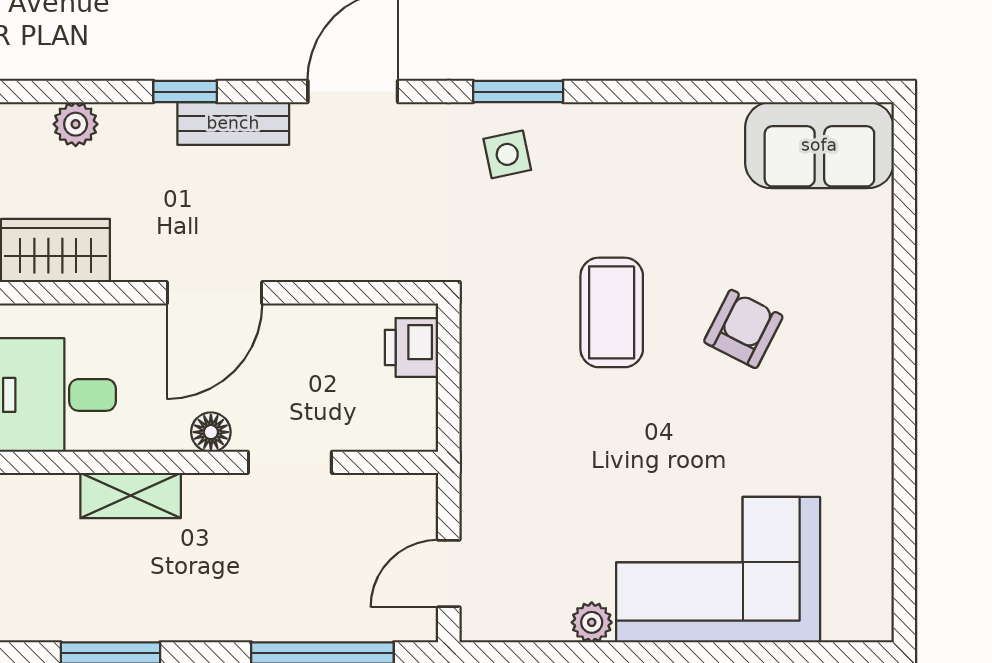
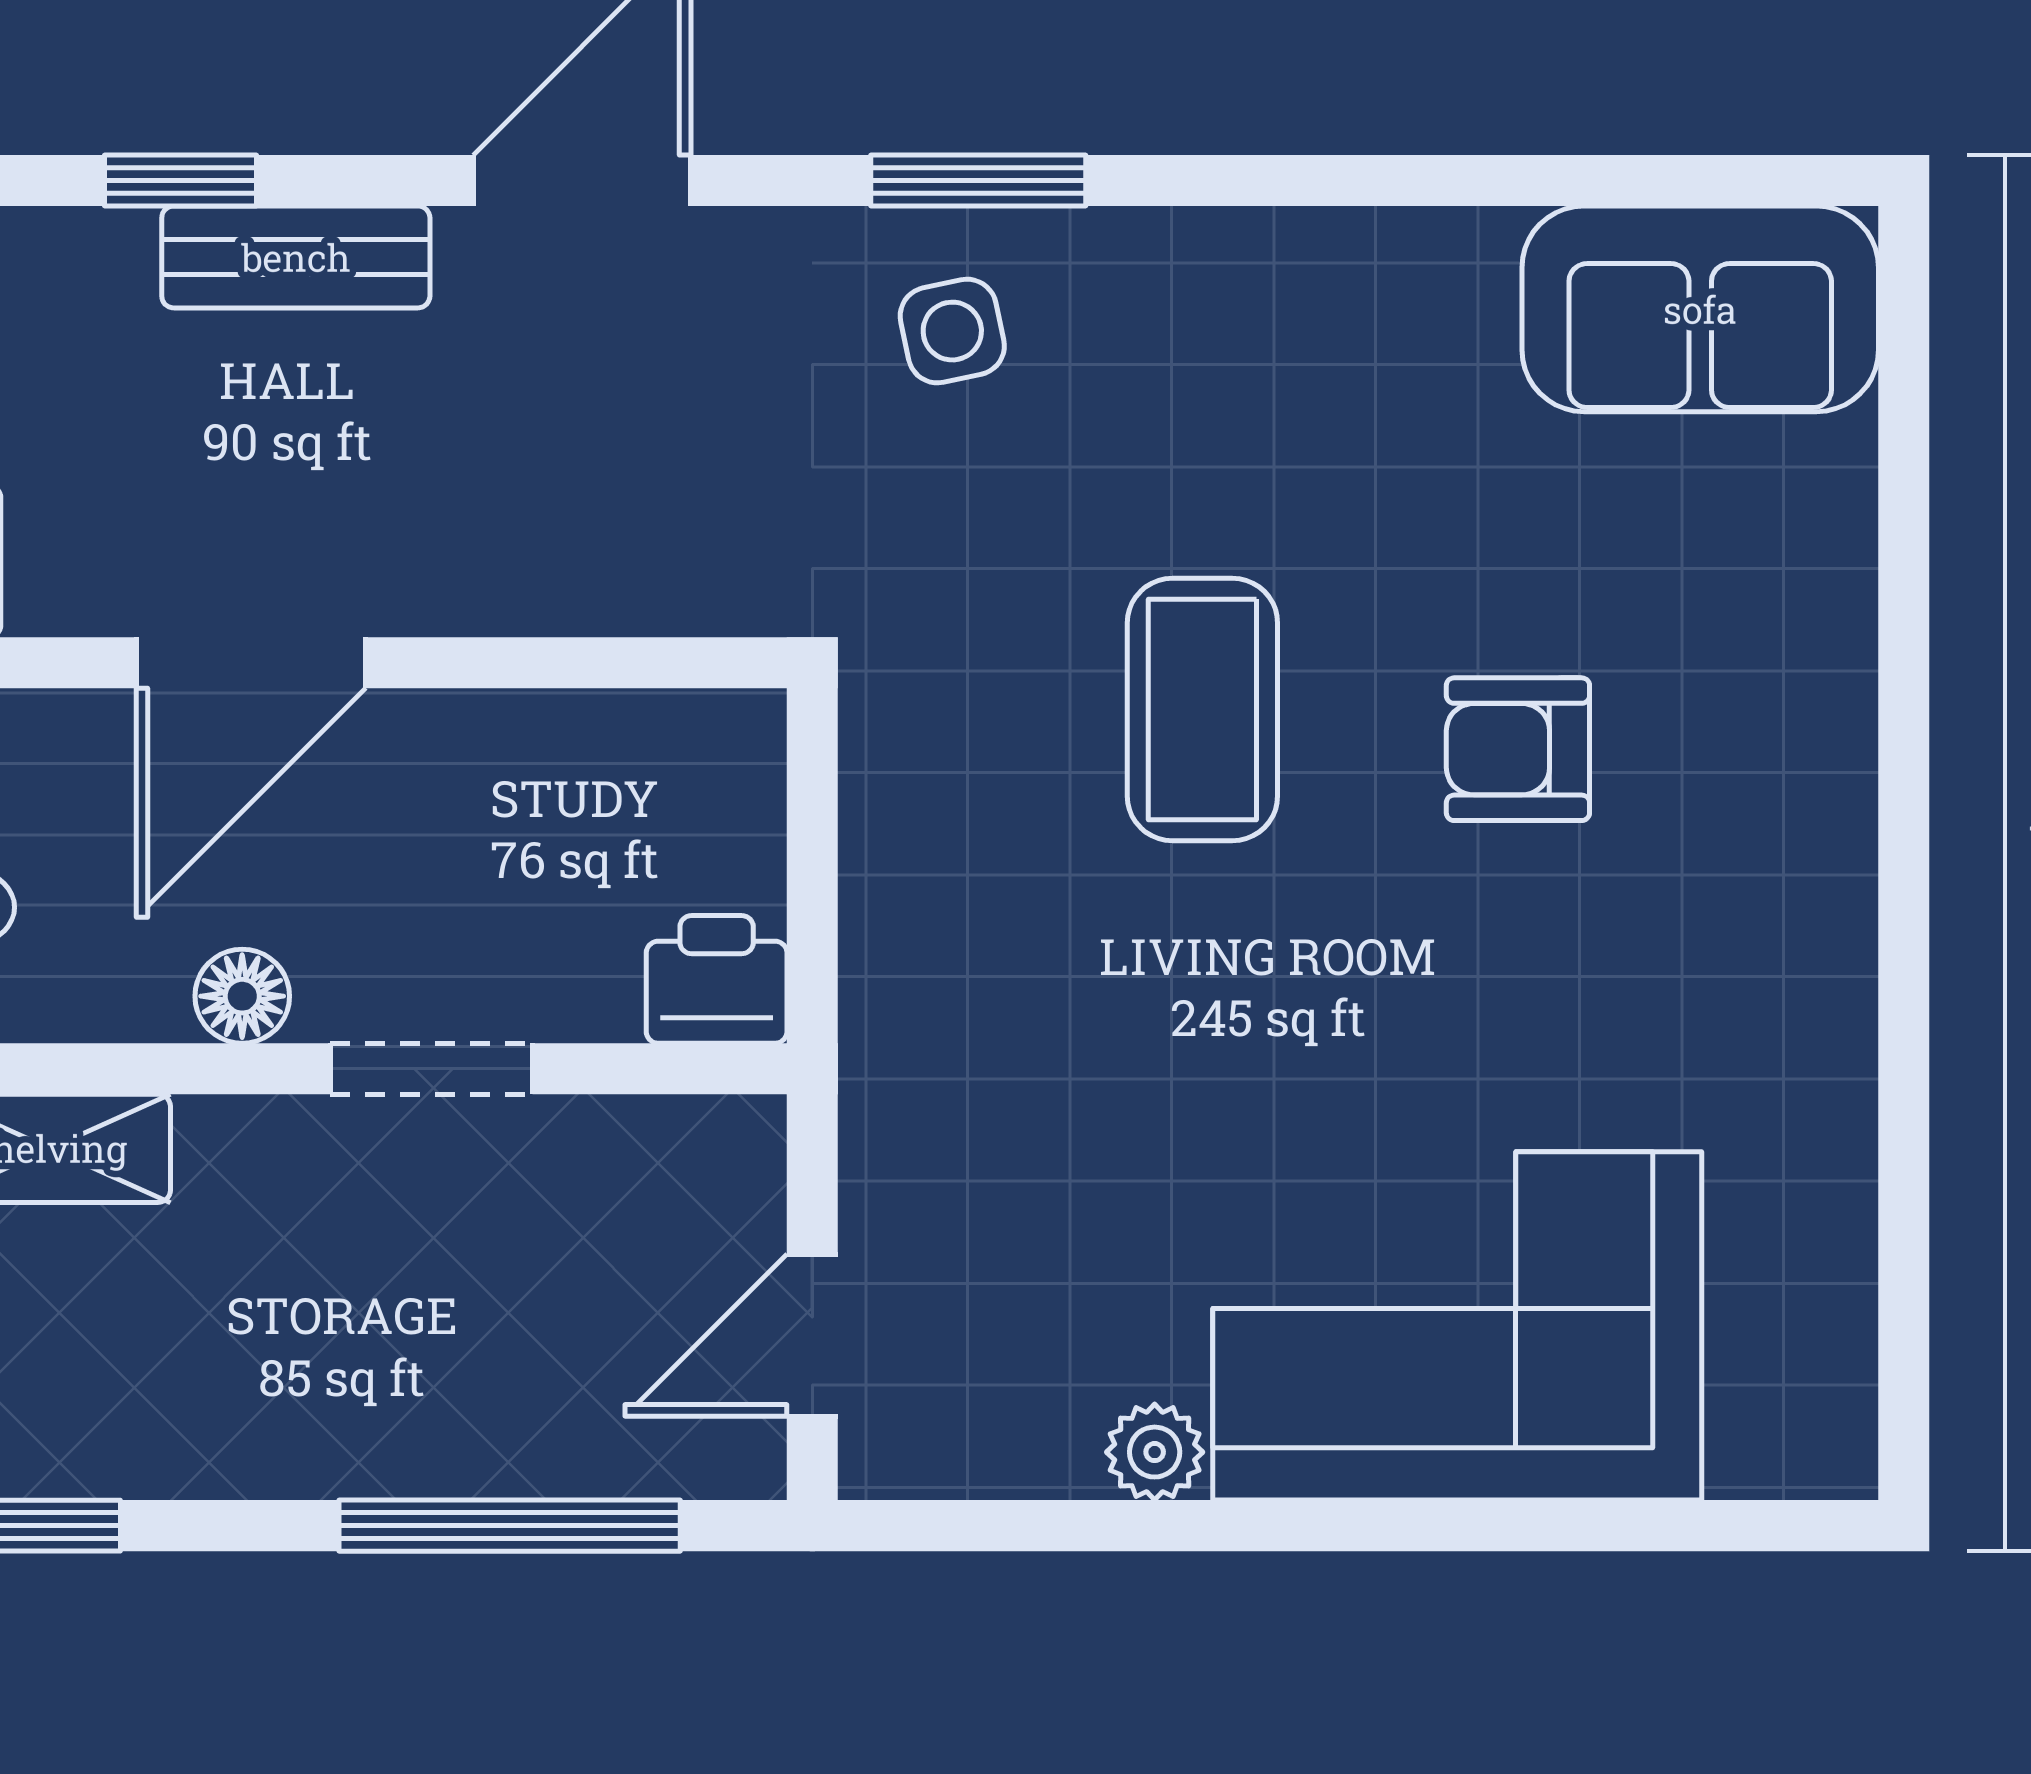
armchair: (743, 329) -> (1518, 749), turned -117
printer: (412, 347) -> (717, 979), moved, turned 90

